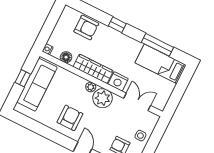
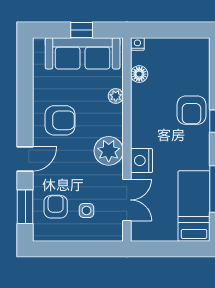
armchair: (86, 27) -> (191, 110), moved
wardrobe: (93, 69) -> (142, 118), removed
plant: (91, 87) -> (116, 96), moved
side table: (140, 136) -> (87, 210), moved

